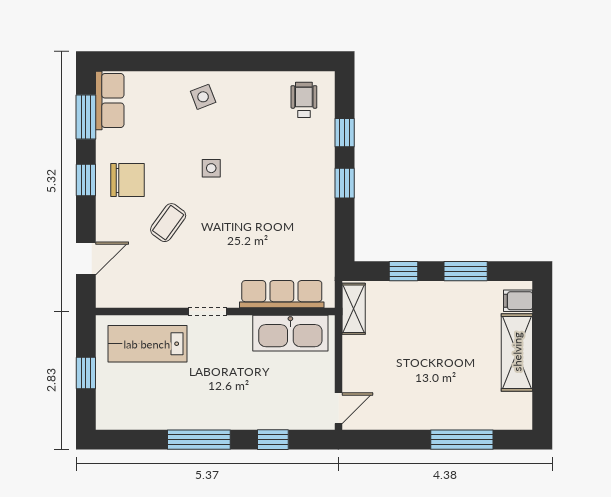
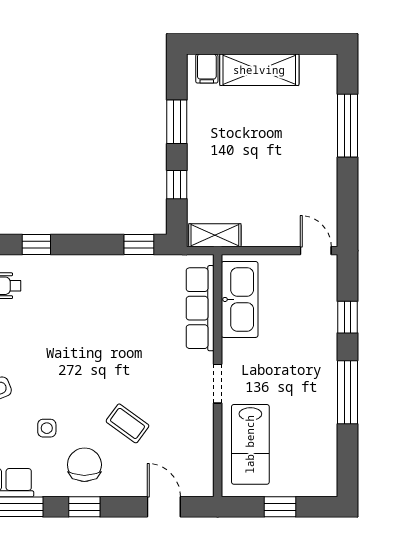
side table: (211, 168) -> (47, 428), moved
window: (345, 183) -> (139, 244), moved

